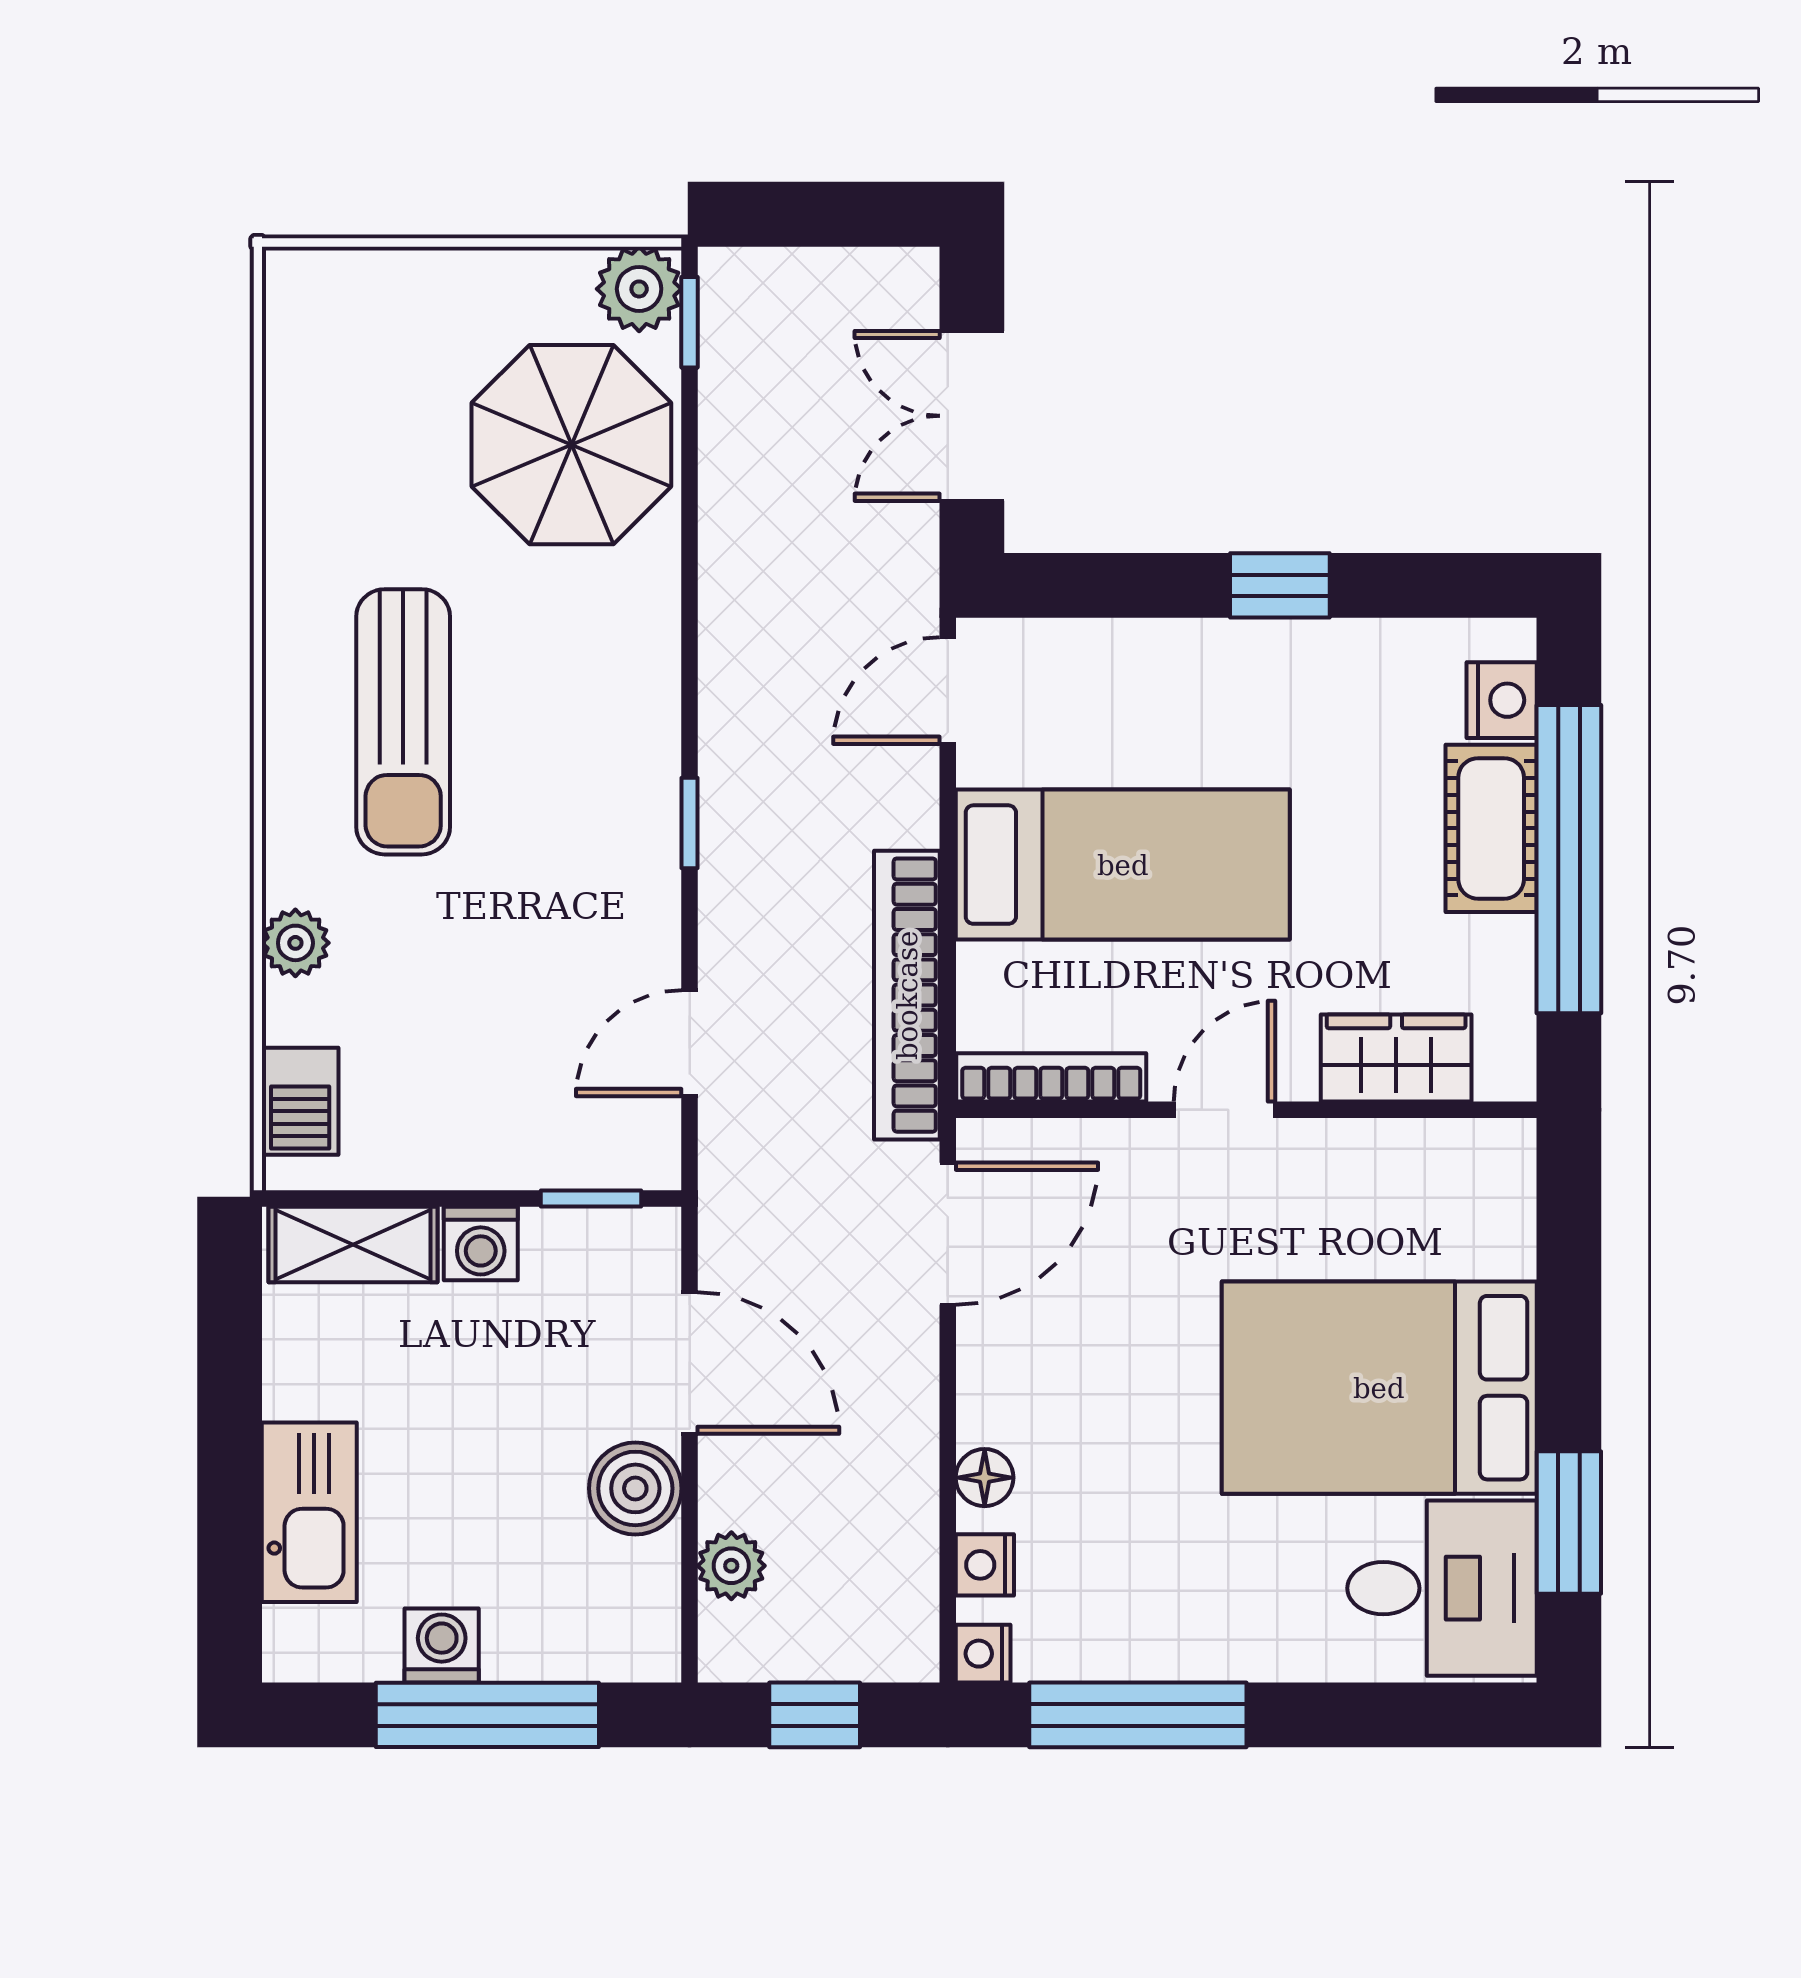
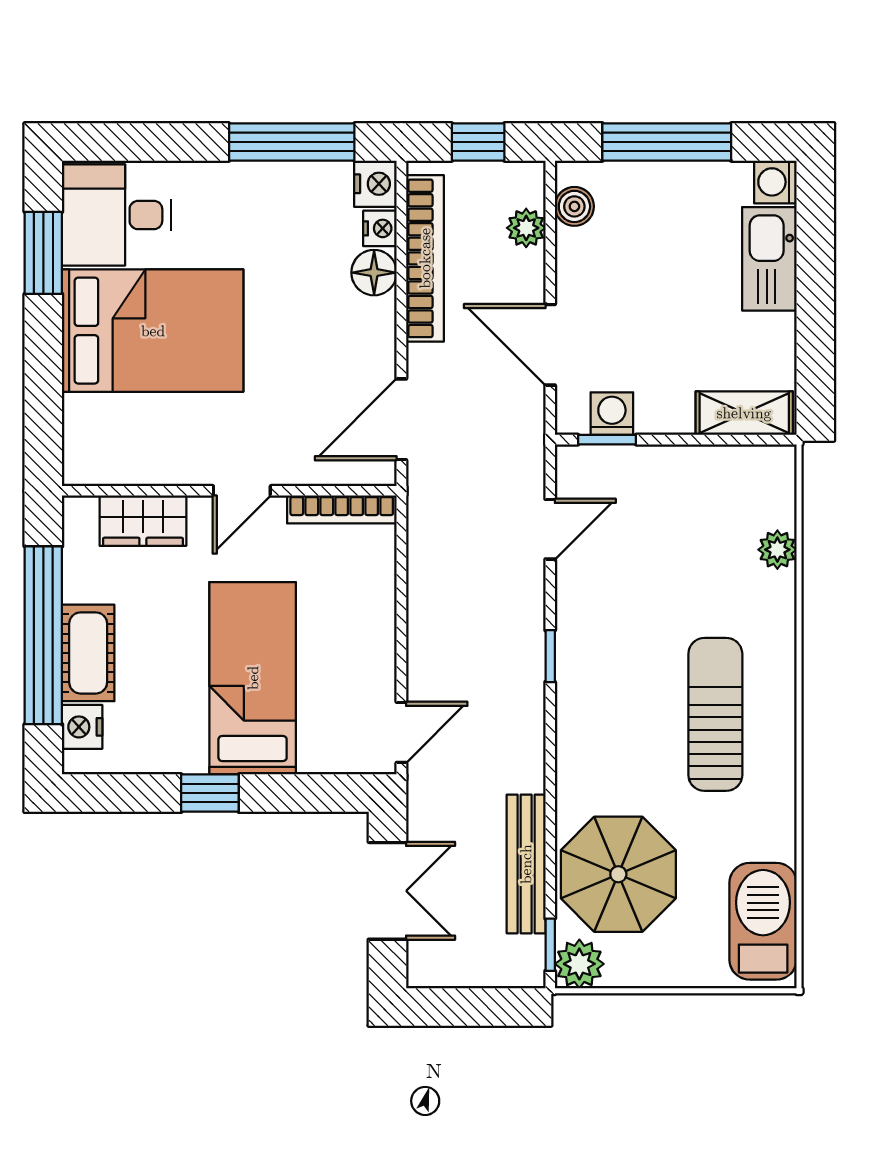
bench: (731, 462) -> (526, 864), added
bed: (1123, 865) -> (253, 678), moved, turned 90
plant: (295, 943) -> (777, 550), moved
bookcase: (907, 995) -> (425, 258), moved
barbecue: (300, 1101) -> (763, 921), moved, width x1.88, depth x1.53
washing machine: (481, 1244) -> (612, 414), moved
floor lamp: (985, 1478) -> (374, 273), width x1.37, depth x1.37
boiler: (635, 1488) -> (574, 206), moved, width x0.73, depth x0.73
washing machine: (442, 1645) -> (775, 182), moved, turned 90
nightstand: (983, 1654) -> (375, 184), width x1.39, depth x1.35

